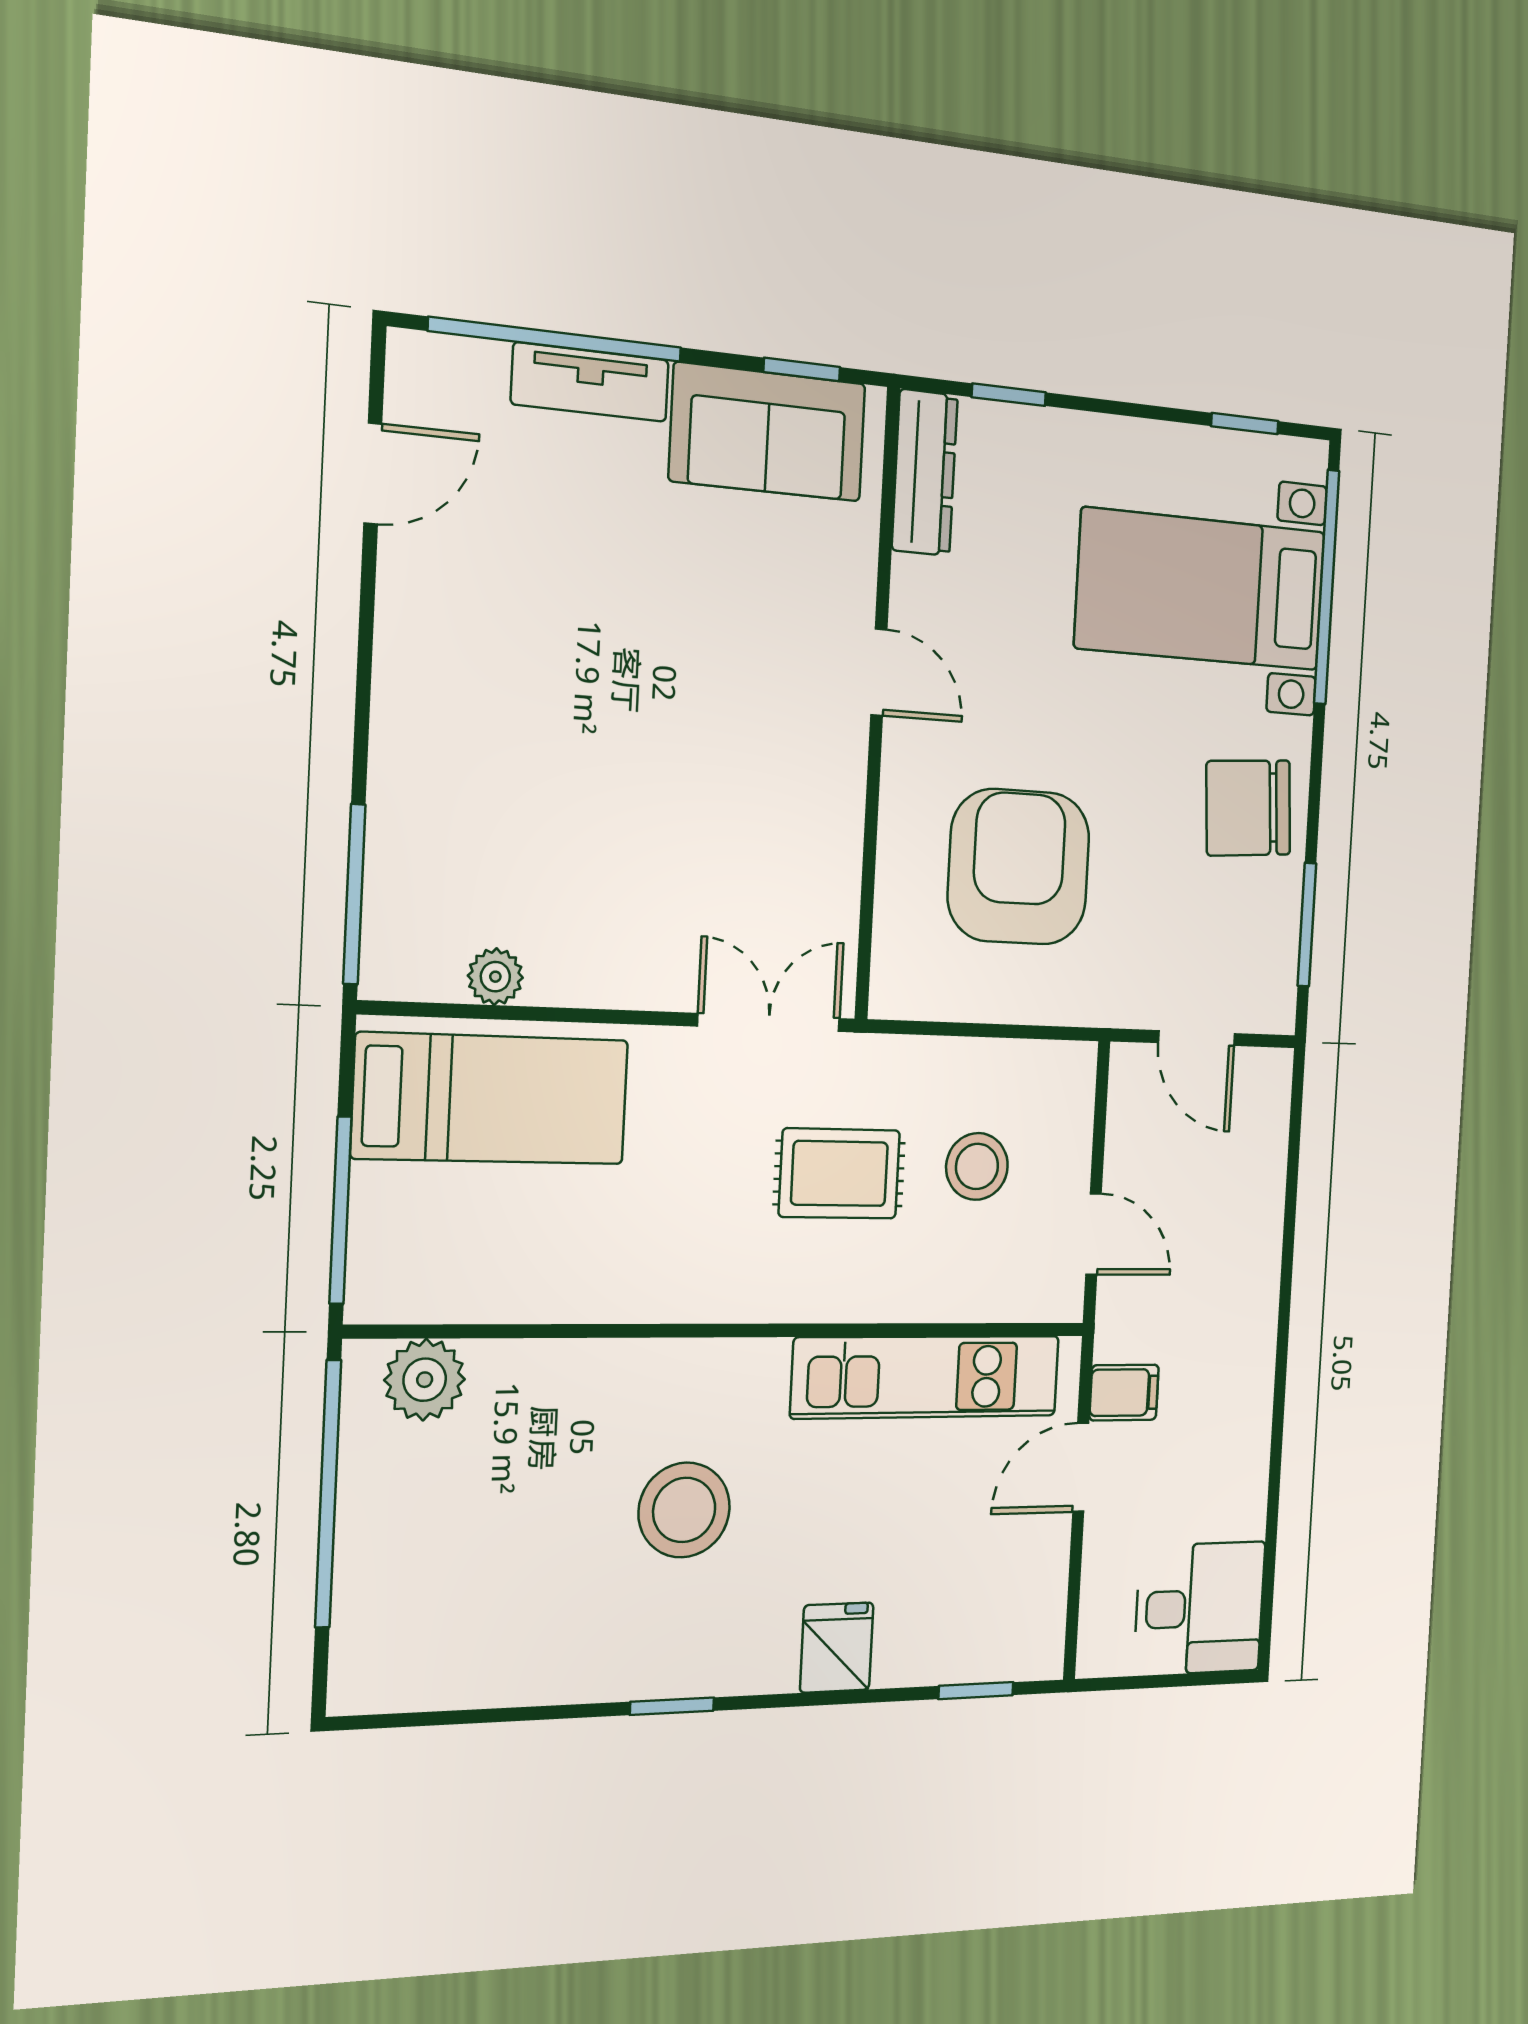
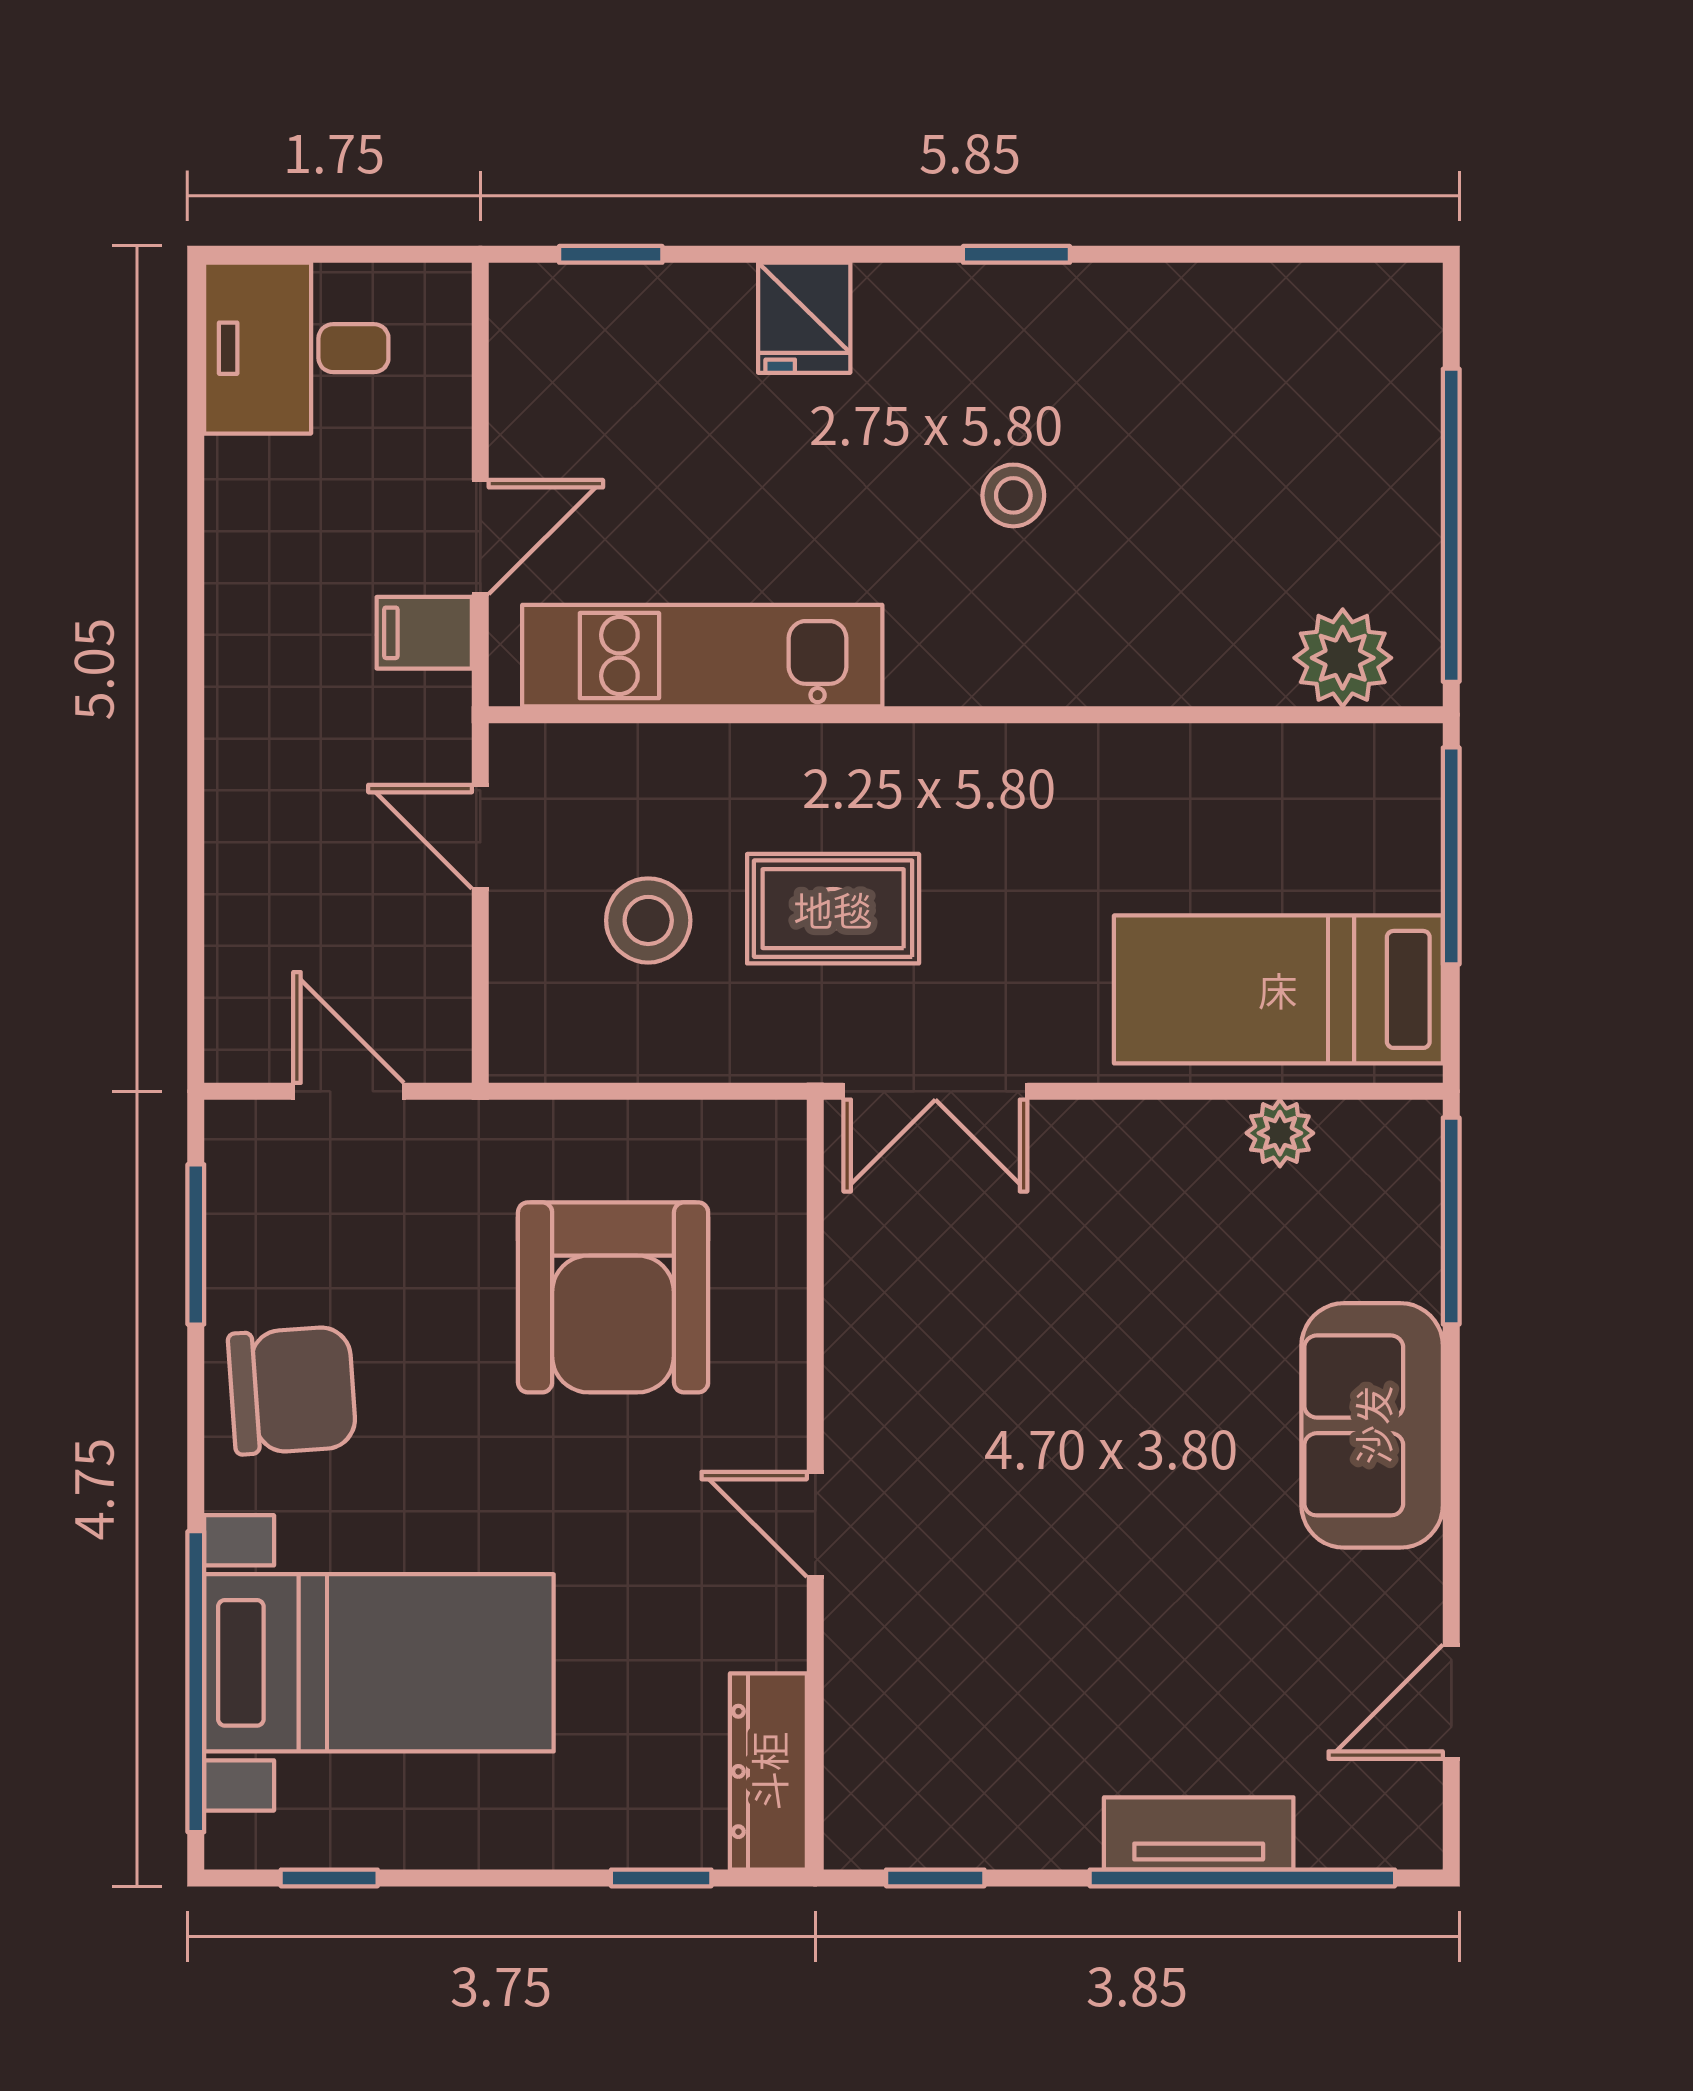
sofa: (768, 432) -> (1372, 1425), moved, turned -90
stool: (684, 1510) -> (1013, 495), width x0.53, depth x0.53

